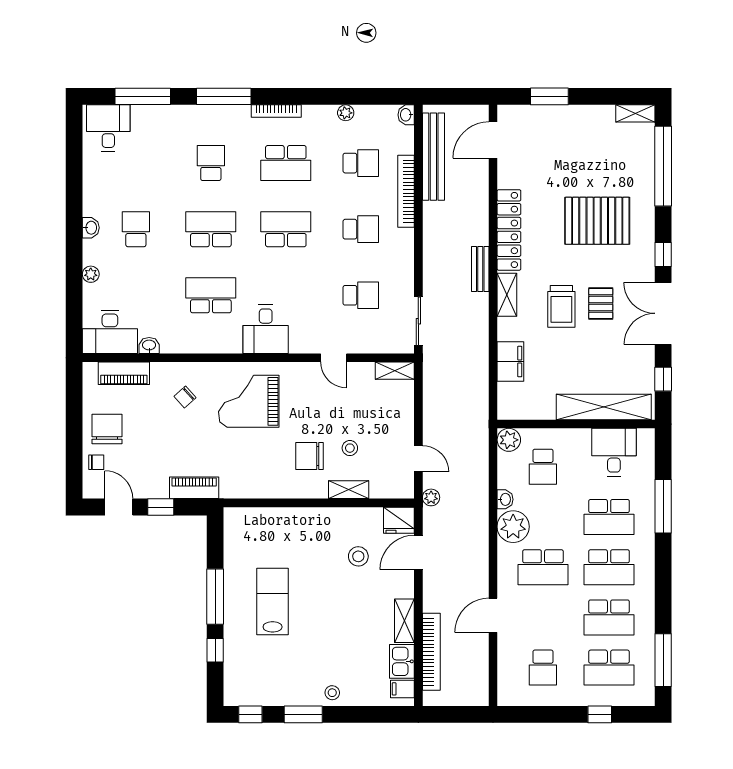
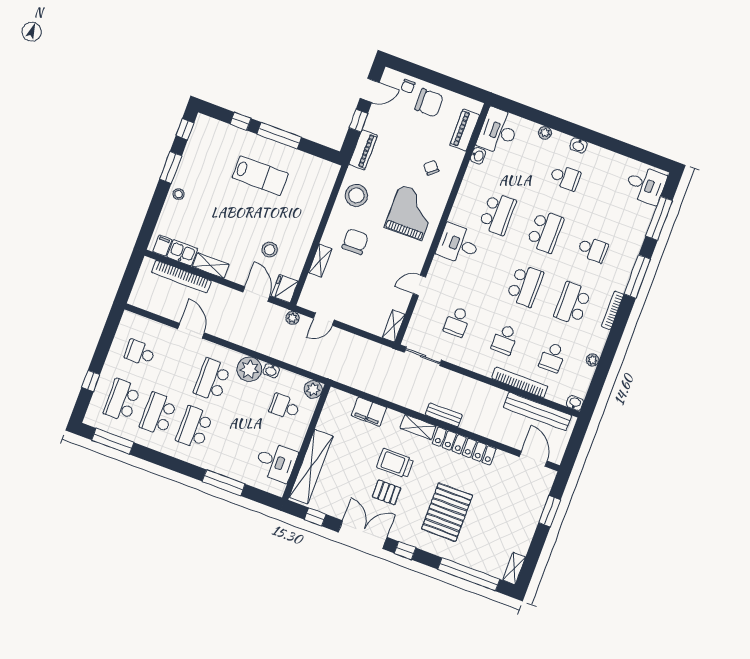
stool: (350, 448) -> (356, 195), moved, width x1.89, depth x1.89
school desk: (609, 517) -> (231, 441), removed

